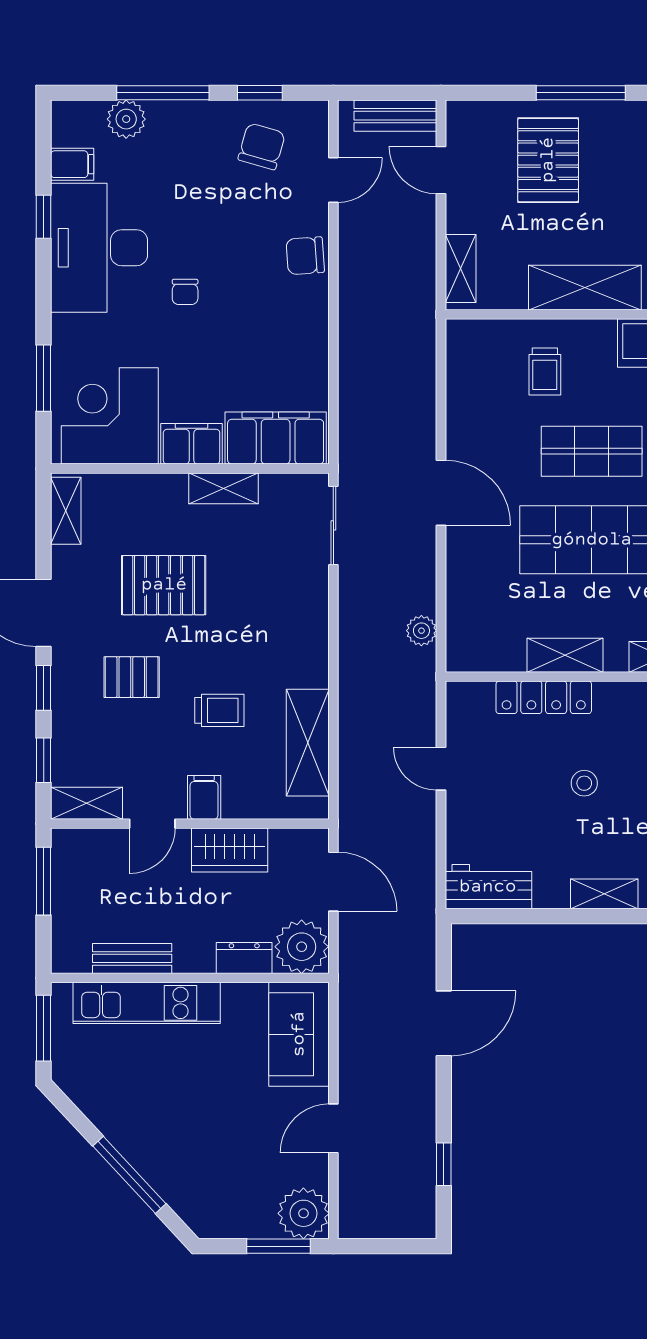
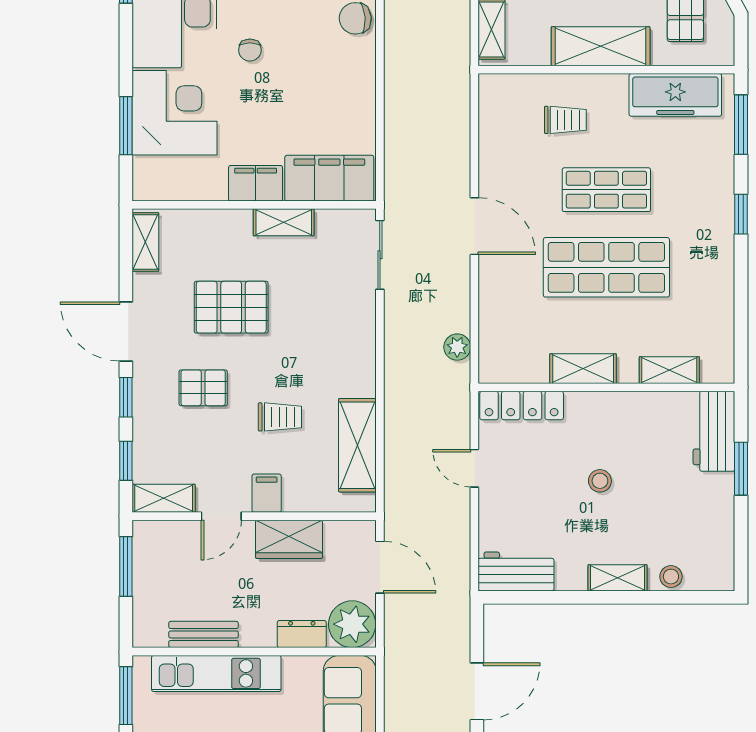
trolley: (545, 372) -> (565, 120), turned -90
corner desk: (110, 416) -> (174, 113), moved, turned 90
locker: (544, 697) -> (522, 405), moved

